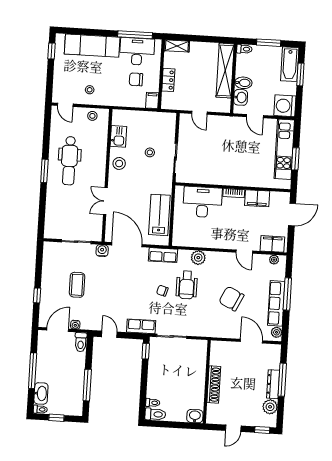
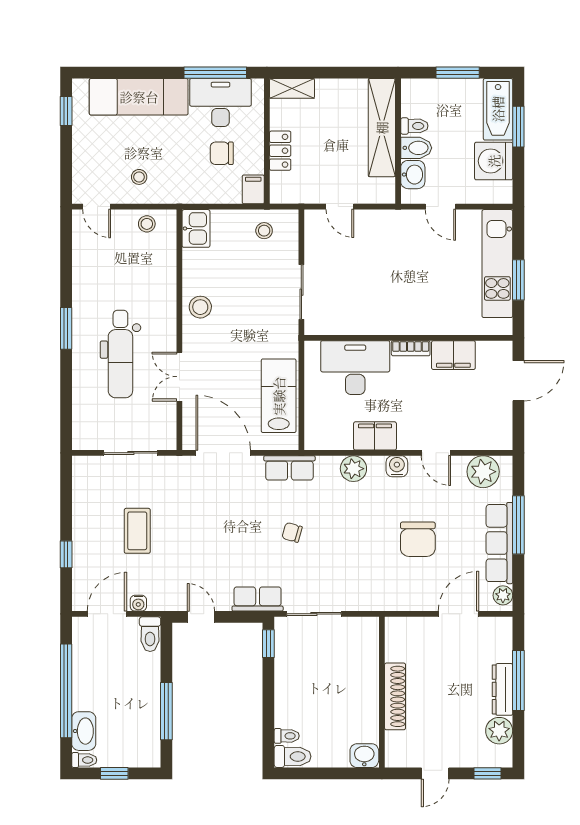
toilet: (244, 49) -> (414, 126), moved
washing machine: (285, 106) -> (494, 161), moved
kitchen sink: (118, 136) -> (196, 228), moved
stool: (150, 152) -> (264, 231), moved
dental chair: (69, 161) -> (120, 354), moved
filing cabinet: (272, 244) -> (375, 436), moved
water cooler: (102, 251) -> (397, 466), moved
plant: (274, 260) -> (483, 472), width x1.87, depth x1.87
wheelchair: (187, 285) -> (335, 519), removed
chair: (231, 299) -> (418, 539), turned -116
door: (251, 341) -> (459, 614), hinge flipped
window: (33, 371) -> (66, 691), width x1.46

